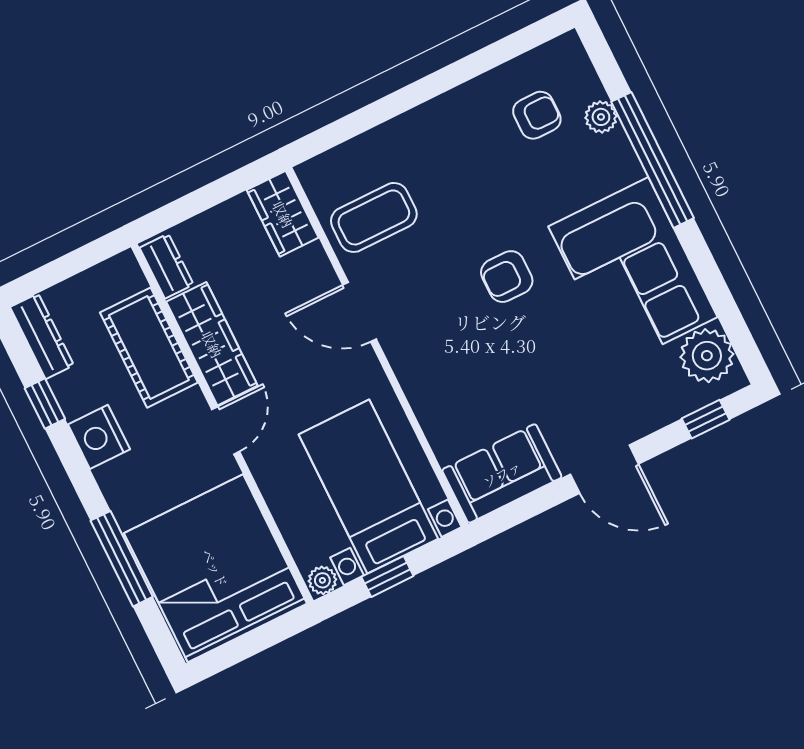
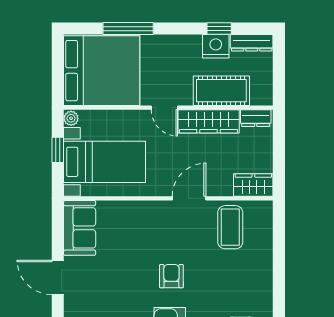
nightstand: (99, 437) -> (216, 46), moved
door: (604, 469) -> (58, 277), hinge flipped

